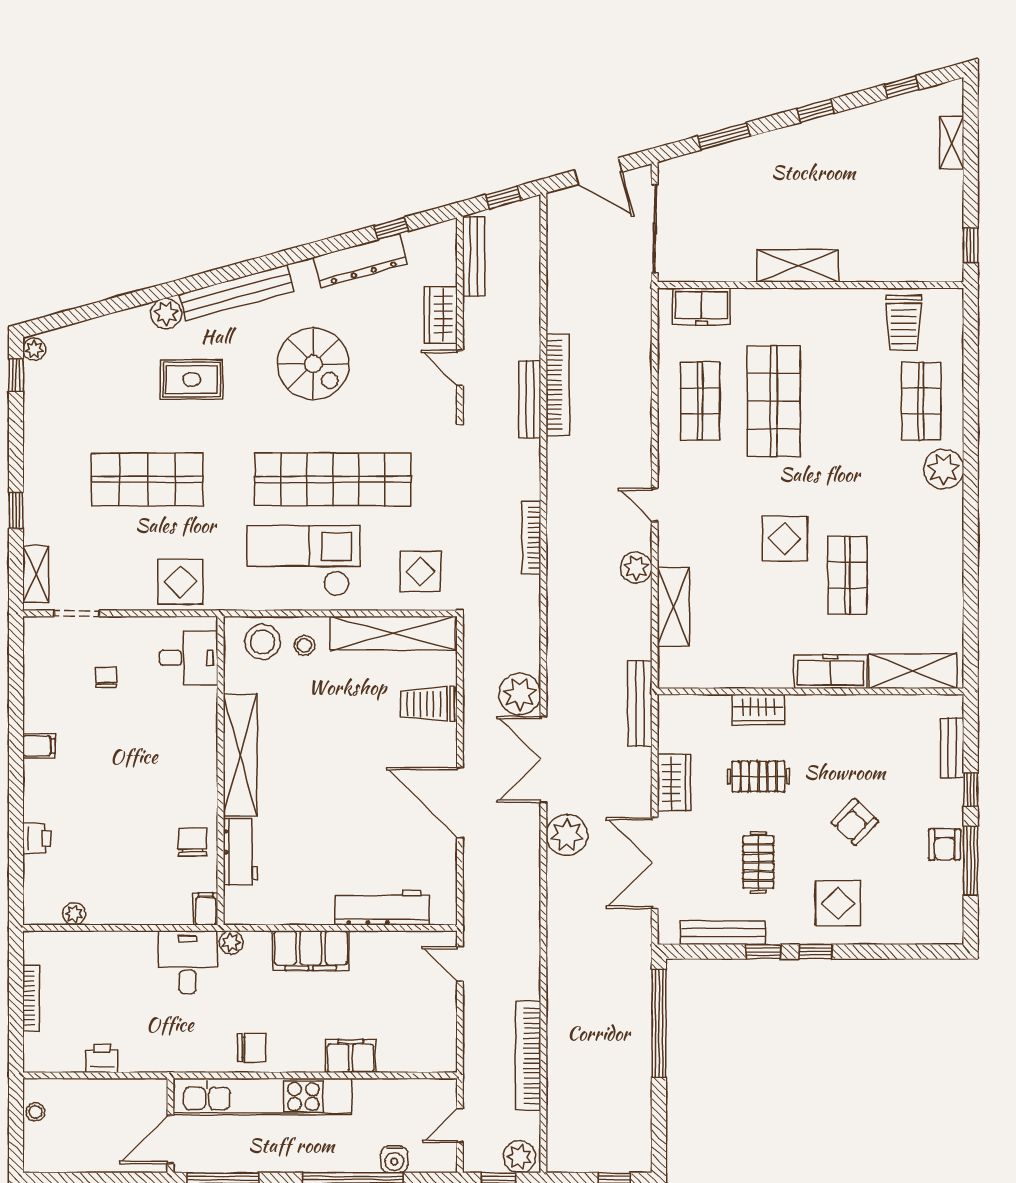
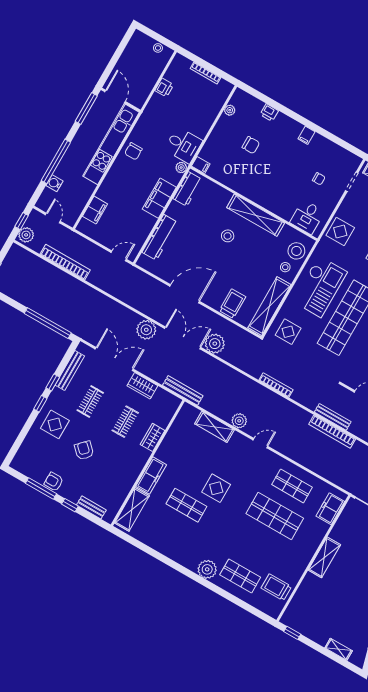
stool: (308, 785) -> (228, 236), added
chair: (192, 842) -> (251, 145), moved
workbench: (240, 852) -> (188, 189), moved, turned -90
clothes rail: (758, 862) -> (90, 401), turned 90
filing cabinet: (351, 1056) -> (95, 210), moved

